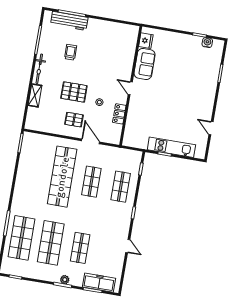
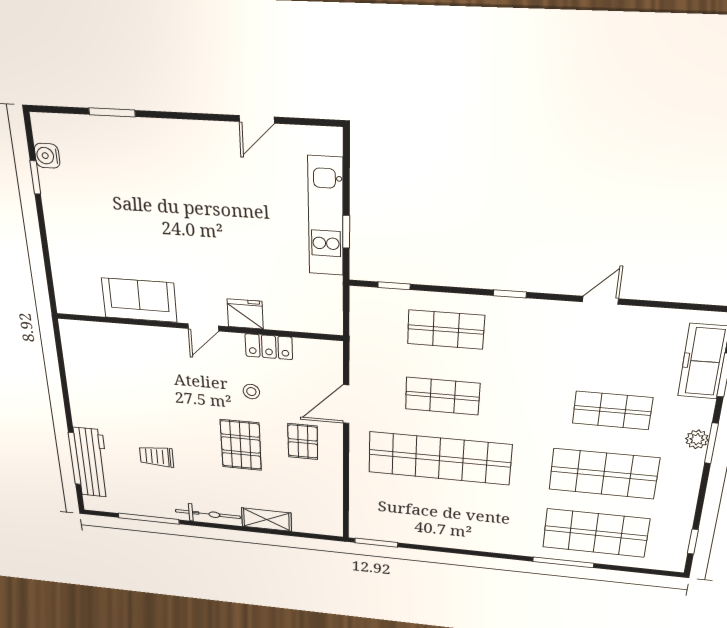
fridge: (146, 41) -> (245, 314), moved

